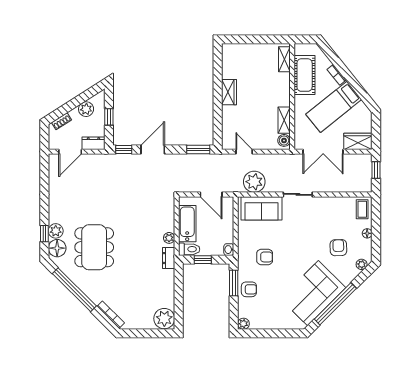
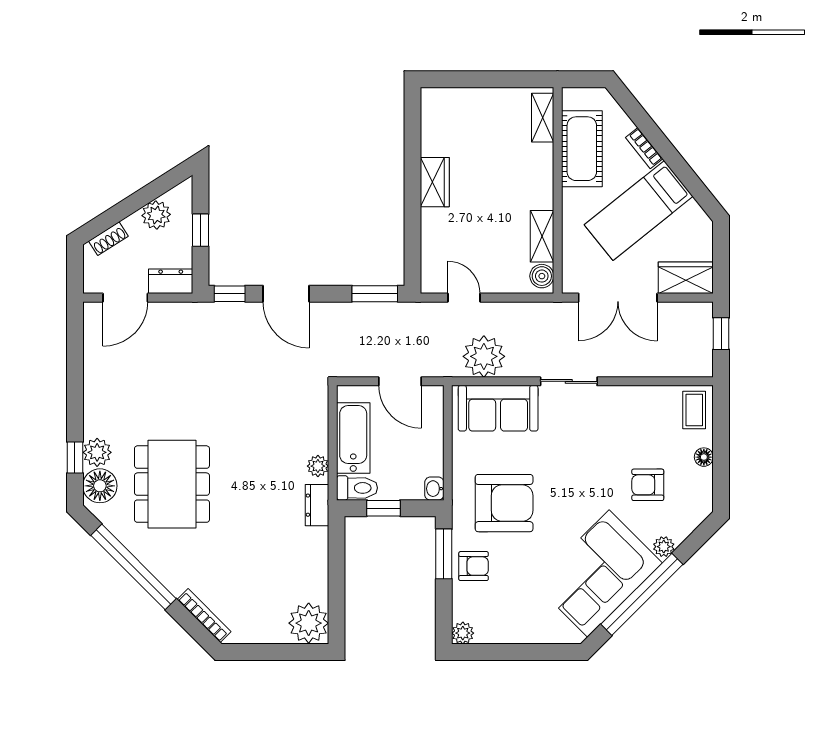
door: (153, 150) -> (286, 294), swing flipped
armchair: (338, 248) -> (648, 485), turned -88
armchair: (265, 257) -> (504, 503), width x1.88, depth x1.88
plant: (362, 264) -> (664, 547), moved

